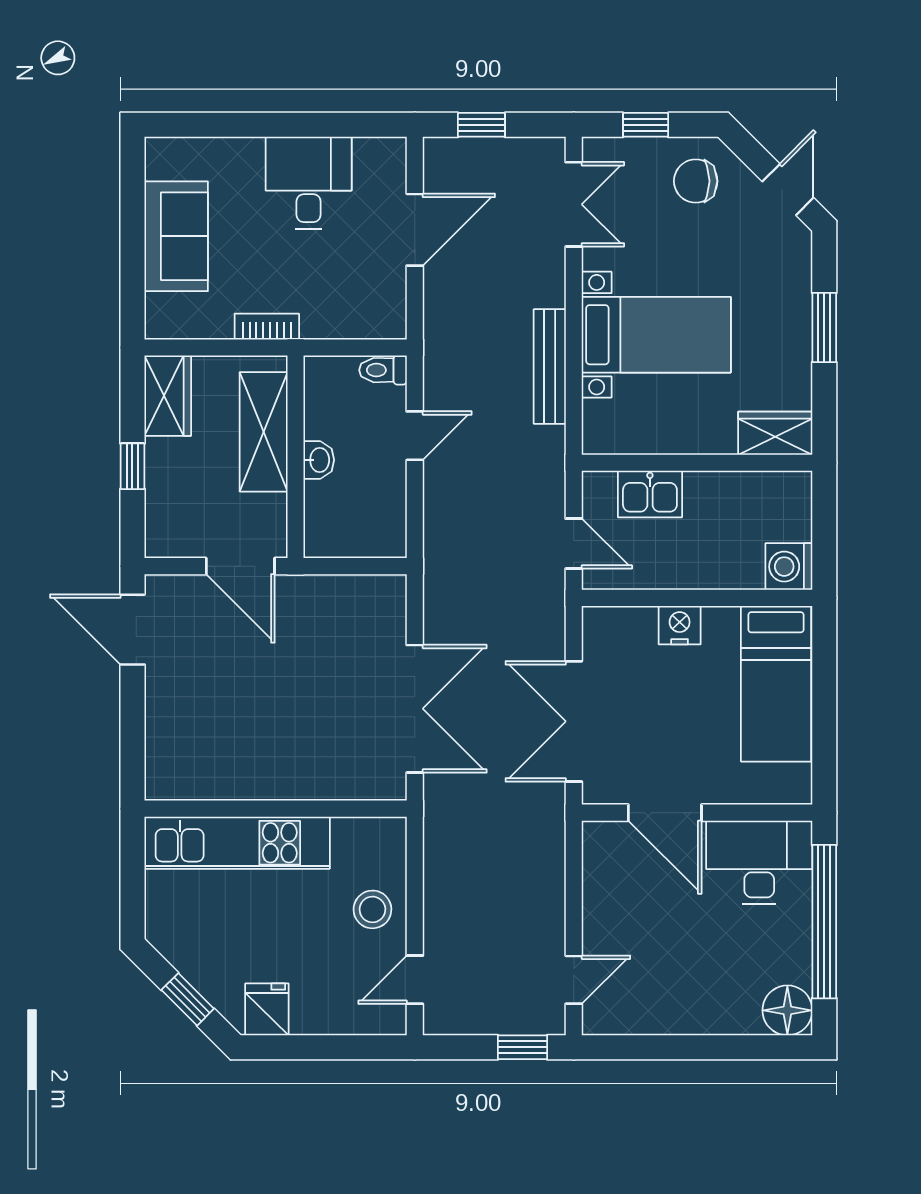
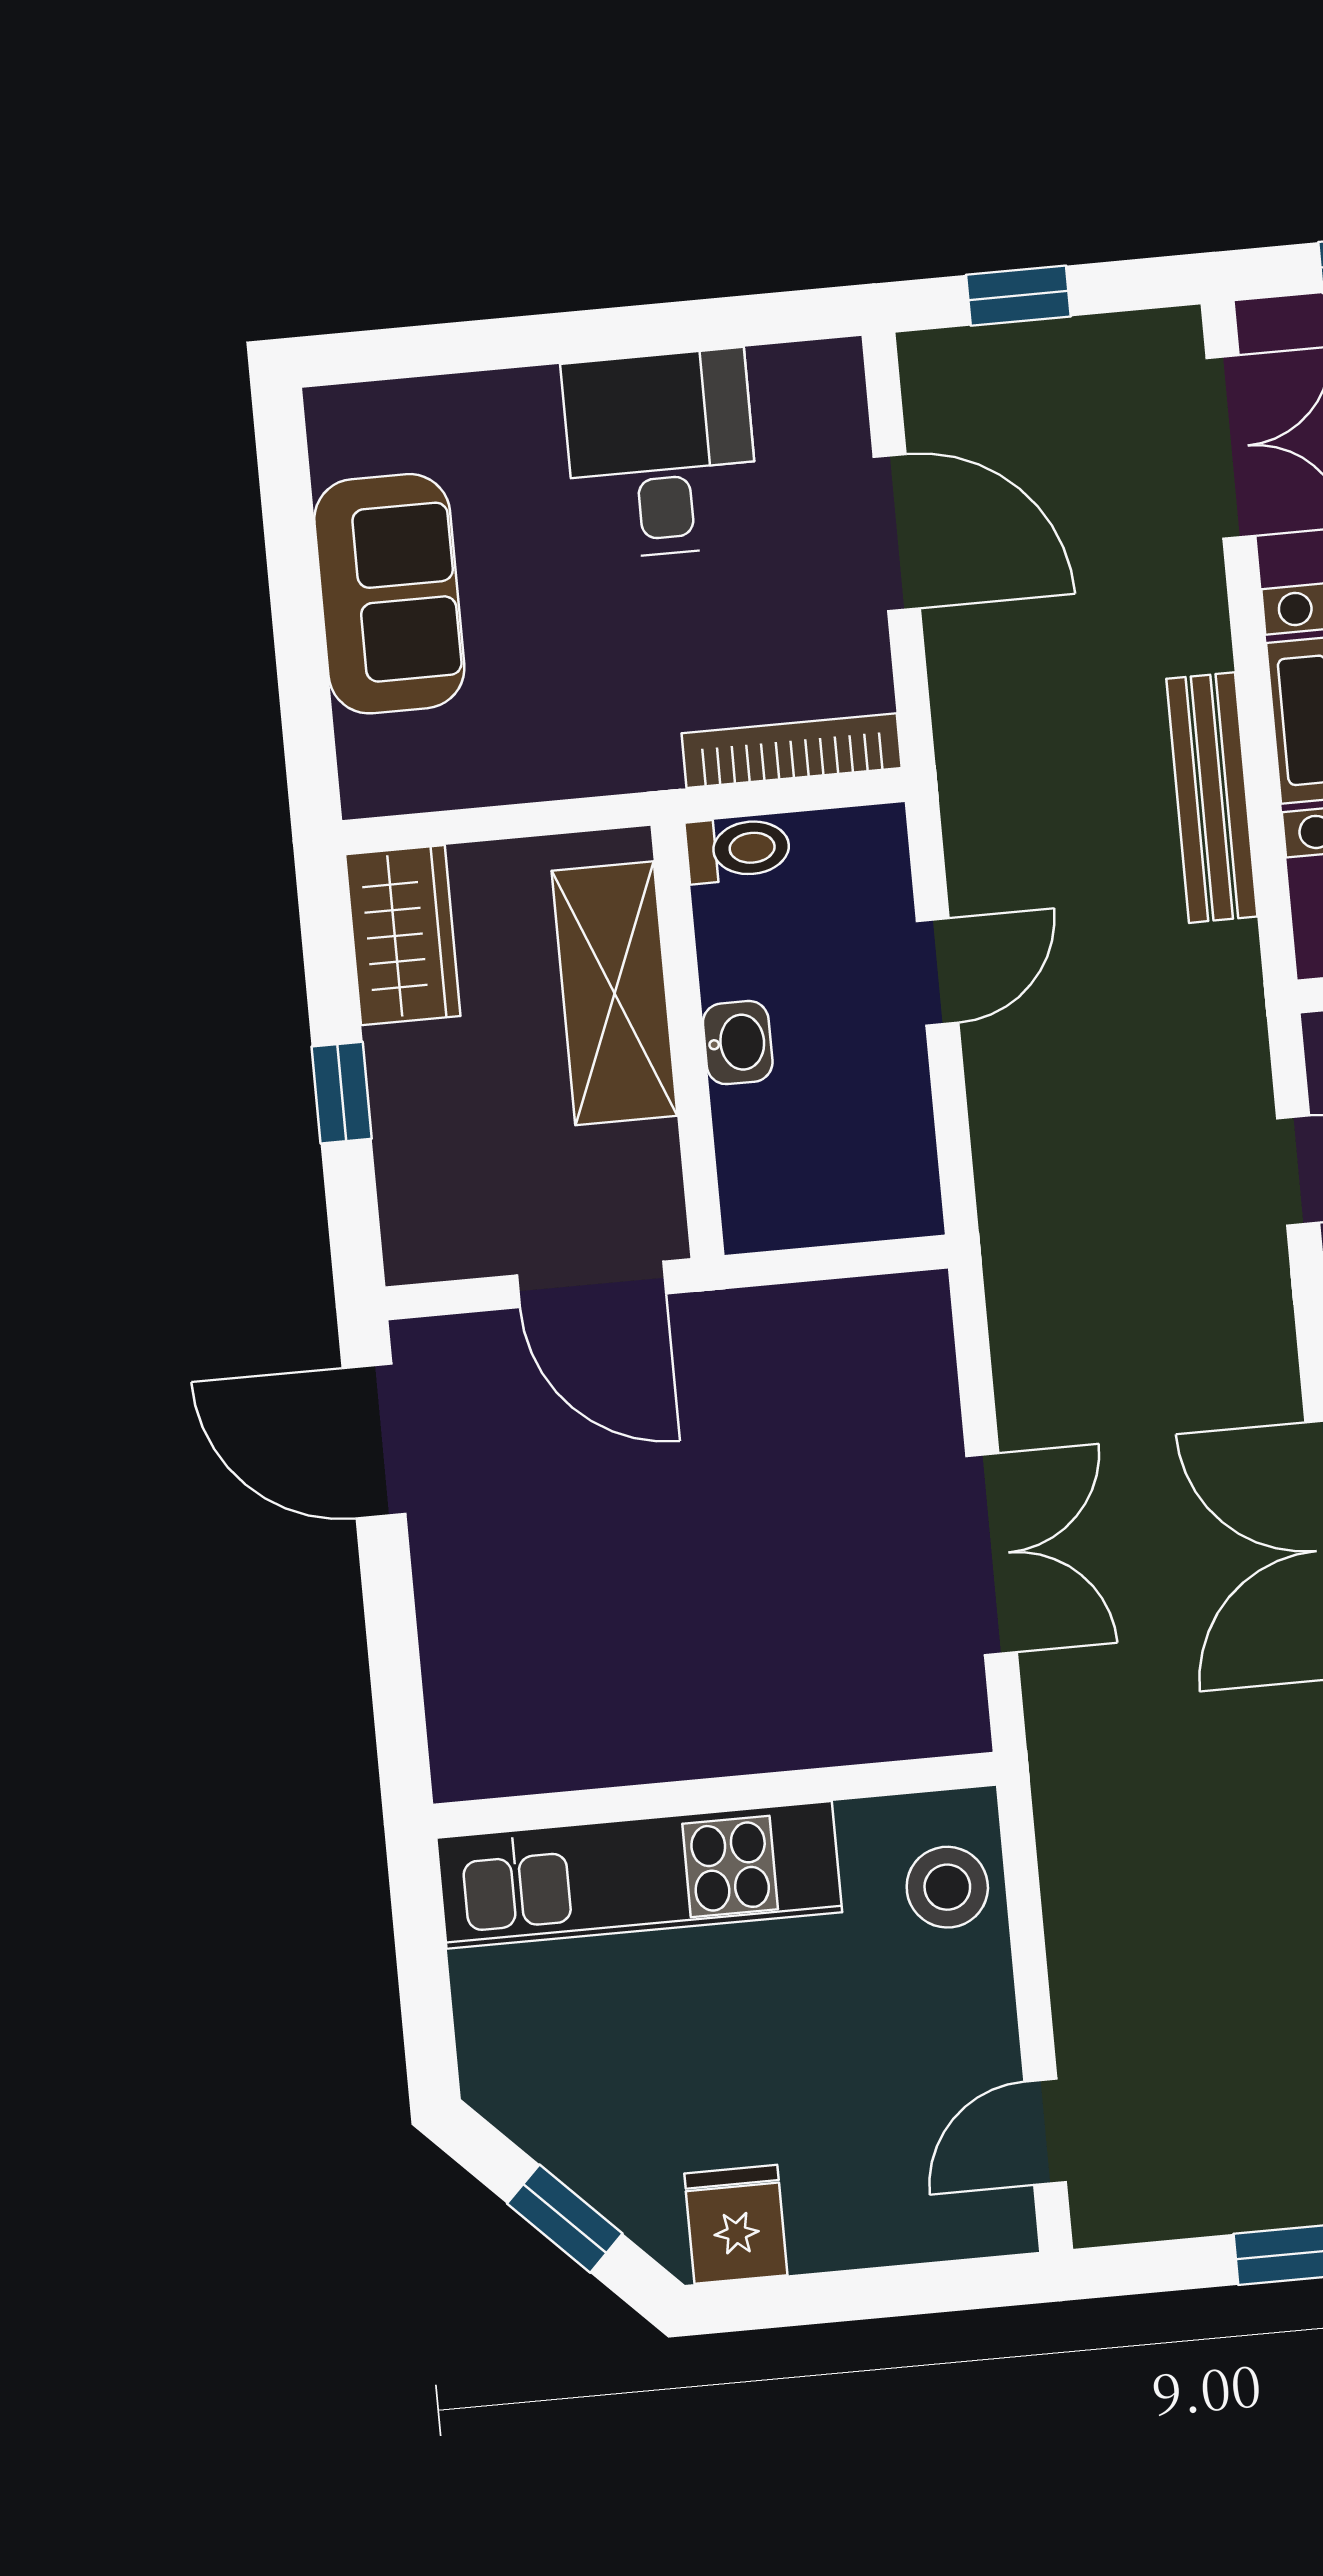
door: (415, 230) -> (897, 533), hinge flipped
bookcase: (267, 327) -> (792, 751), moved, width x1.56
toilet: (383, 370) -> (738, 849), moved, turned 180
double door: (415, 709) -> (992, 1554), width x0.73
stool: (372, 909) -> (947, 1887), moved

